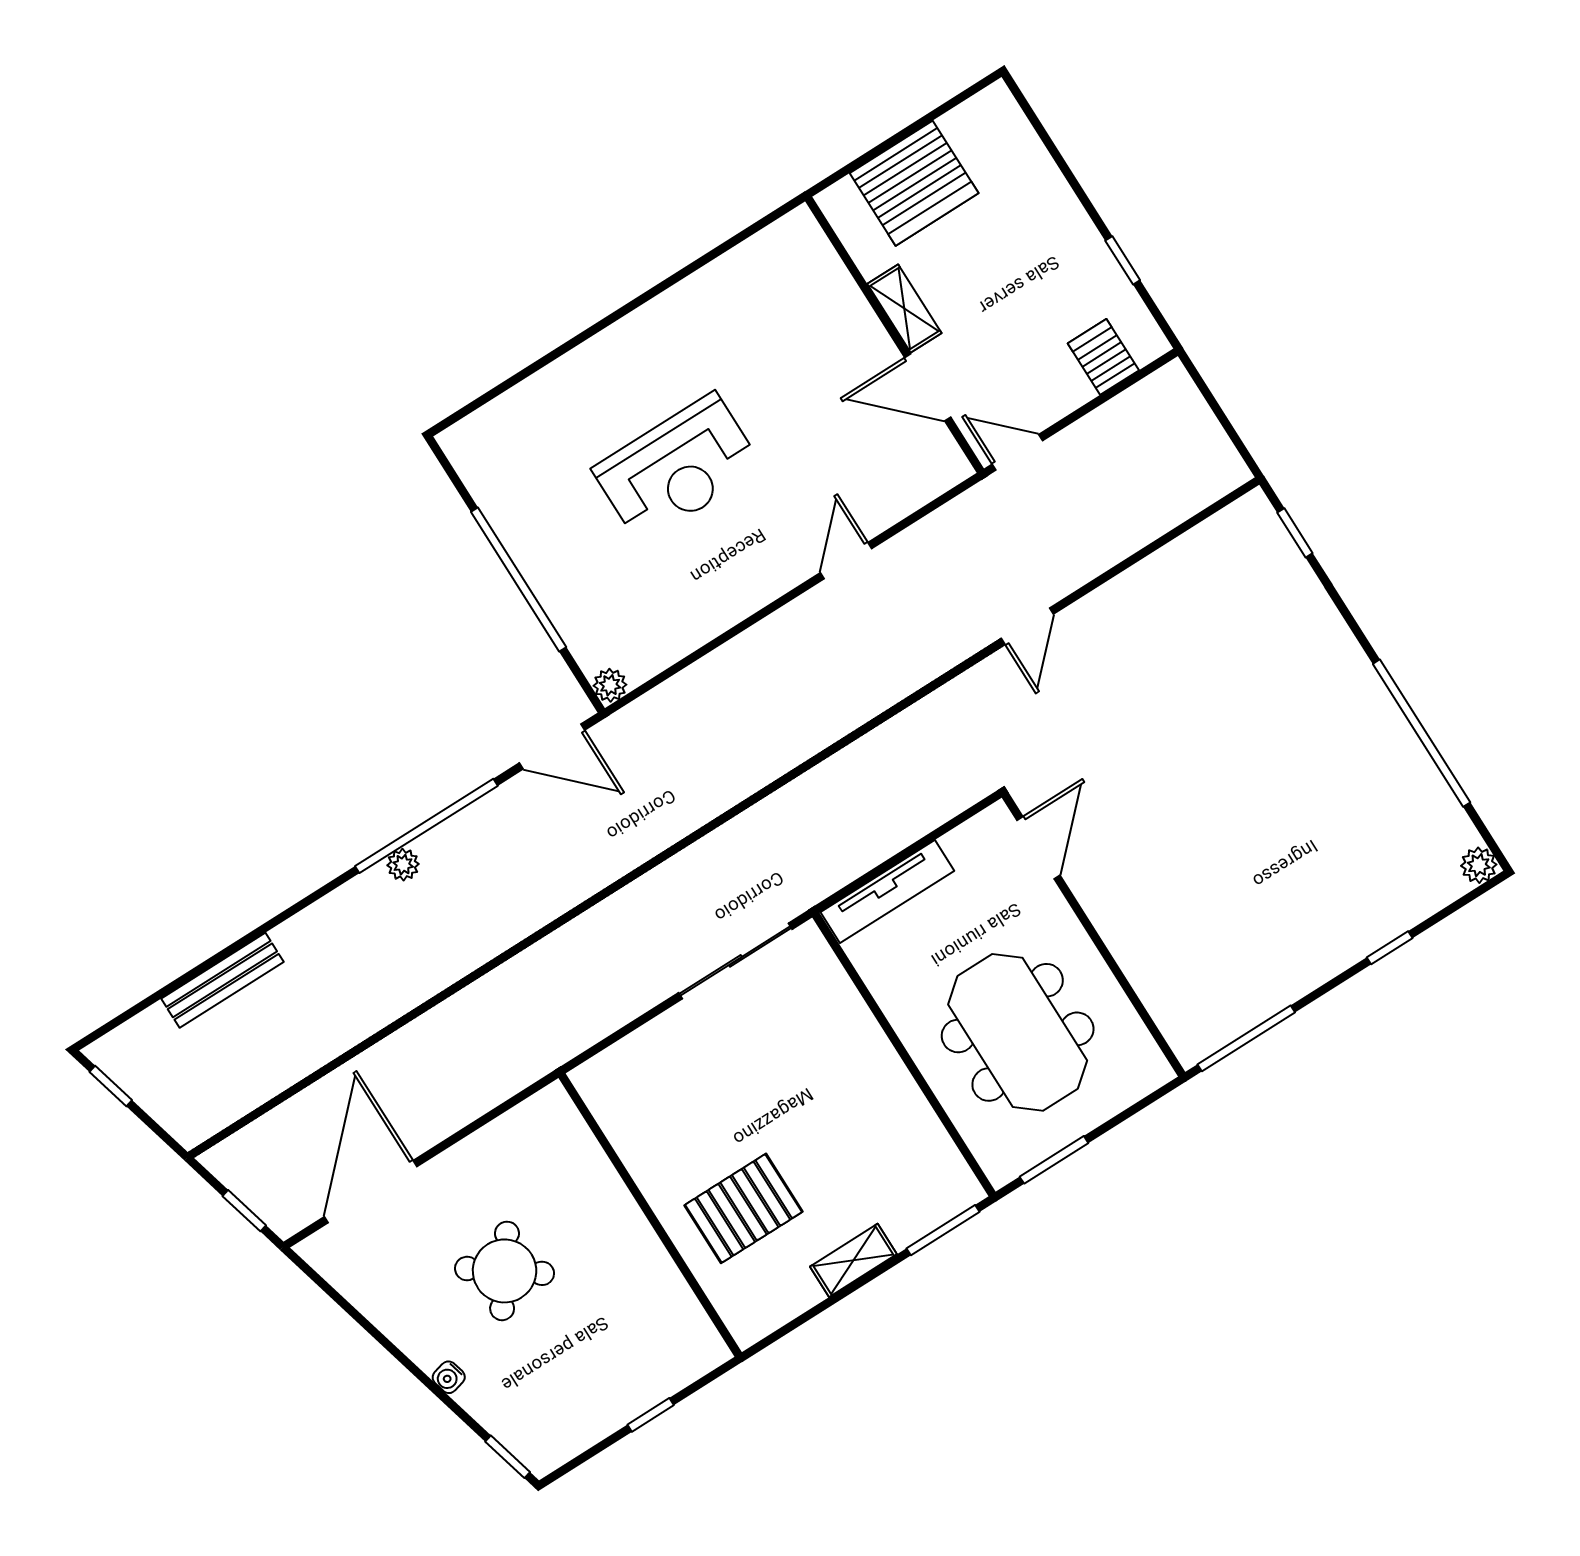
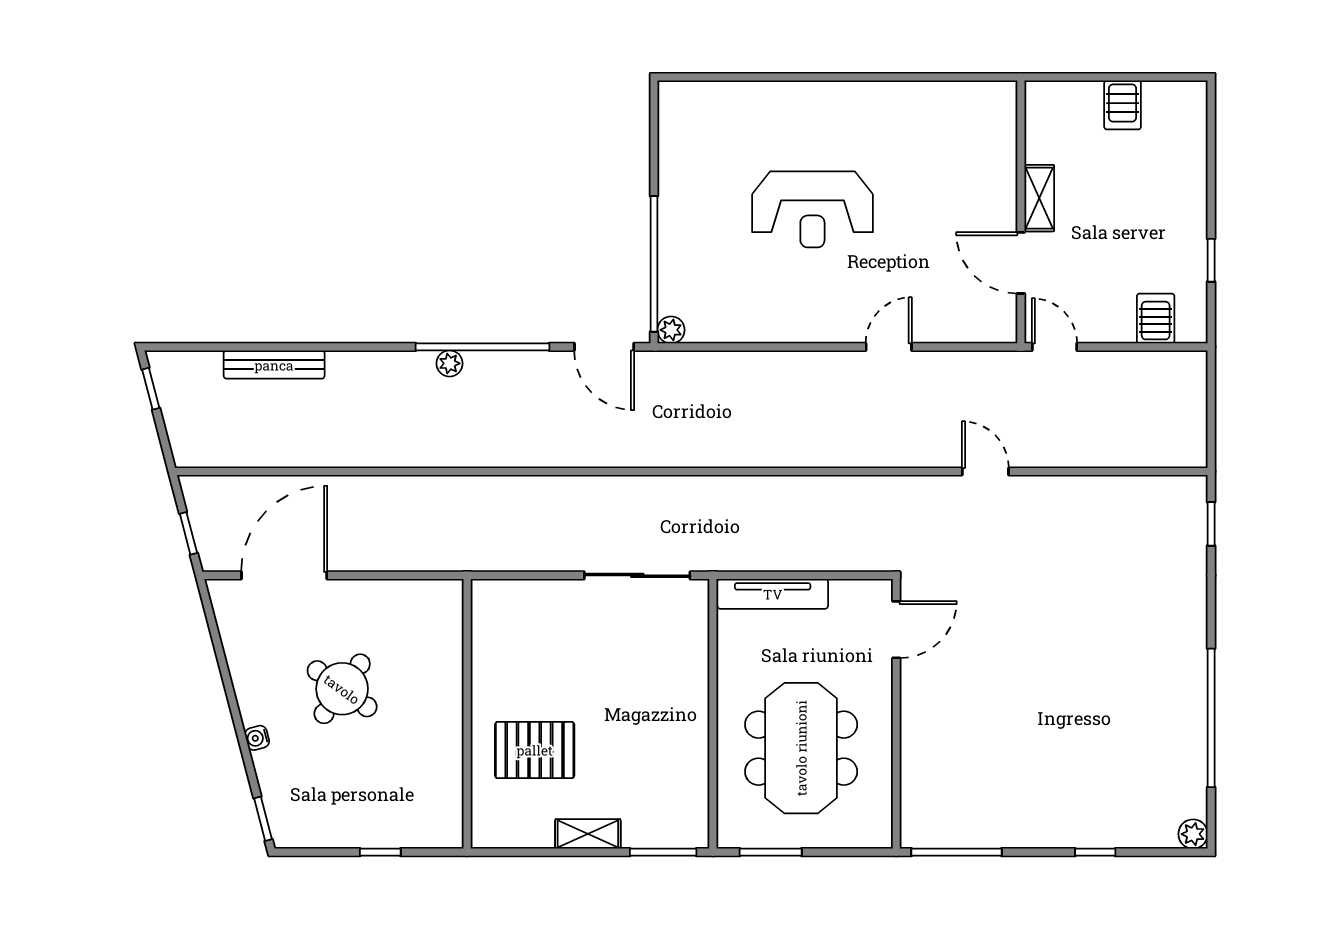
server rack: (914, 183) -> (1123, 105), width x0.46, depth x0.70
window: (519, 580) -> (654, 264), moved
door: (1027, 626) -> (985, 472), swing flipped

